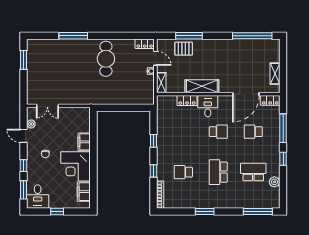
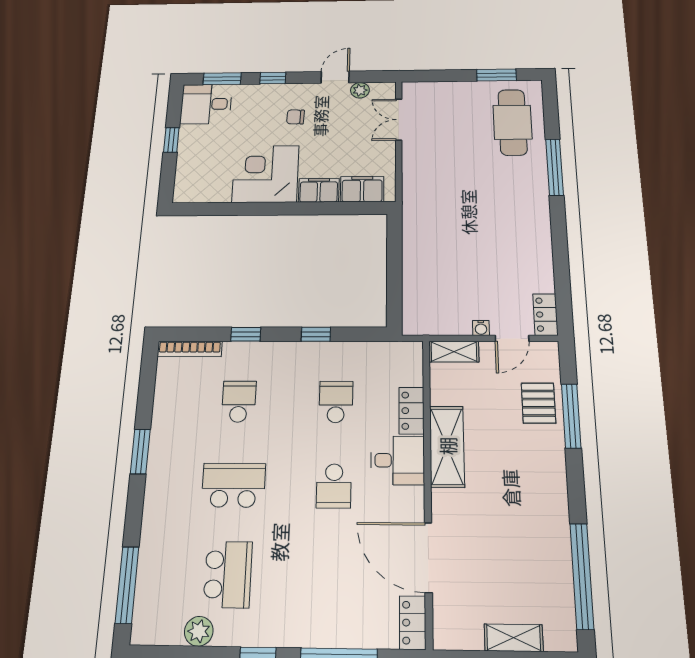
cafe table: (106, 59) -> (512, 122), moved, turned 90
shelving: (275, 74) -> (514, 638), moved
school desk: (253, 132) -> (336, 402), moved
filing cabinet: (84, 192) -> (362, 189), moved

